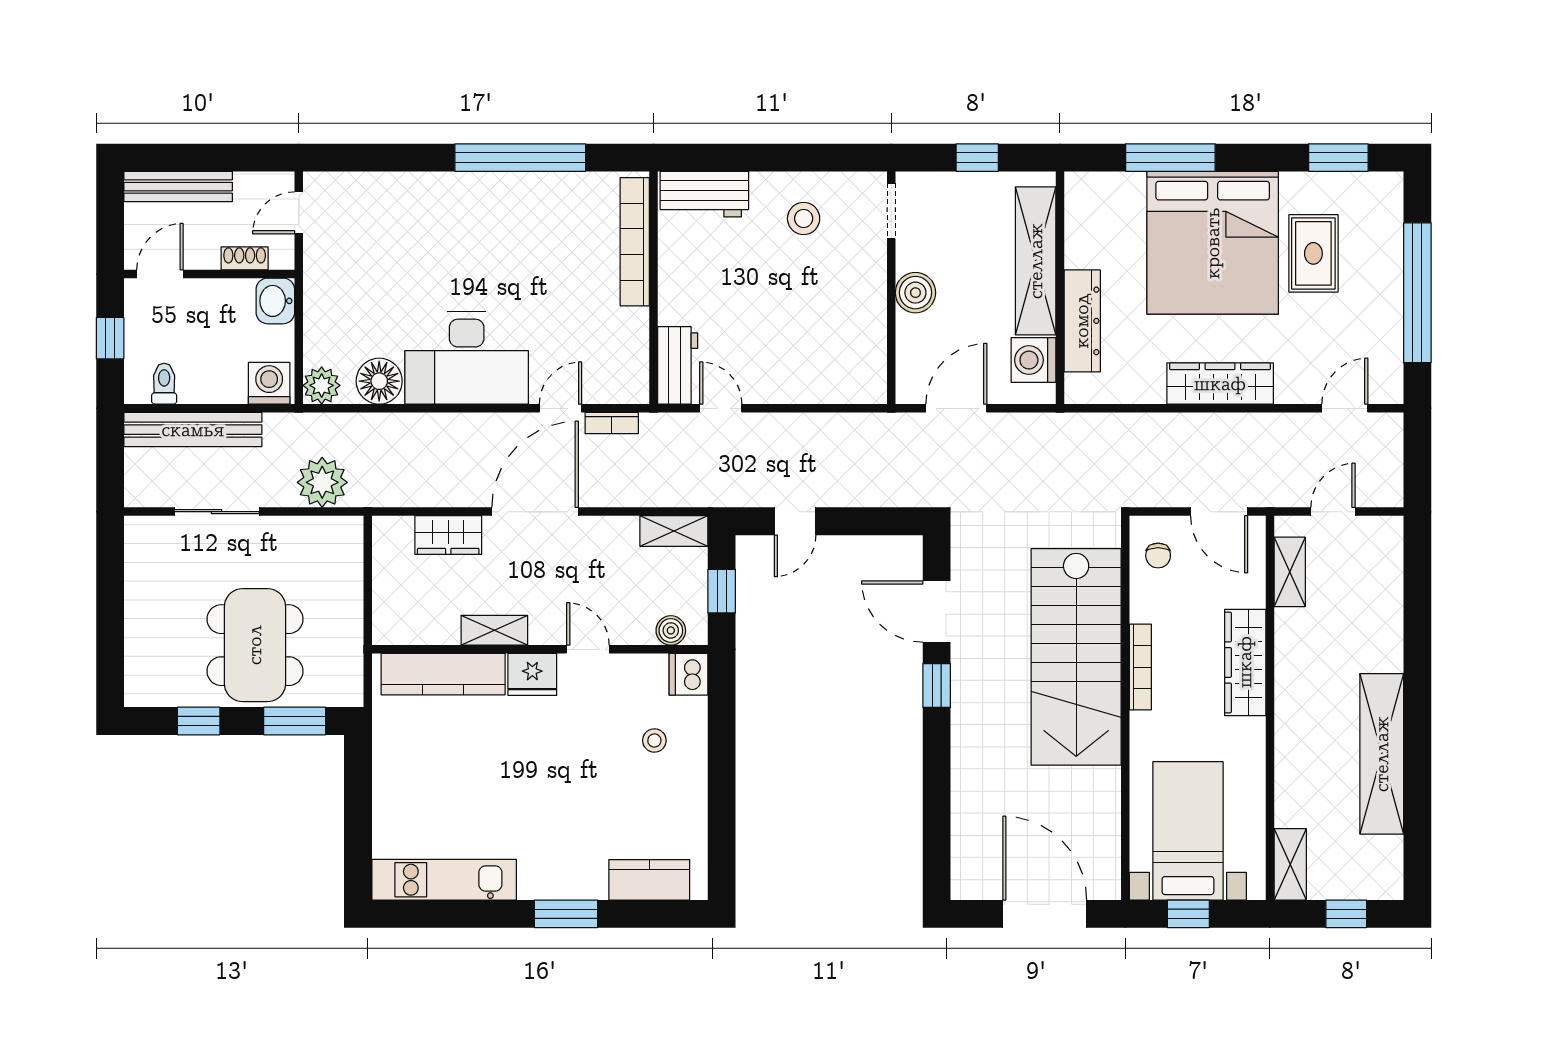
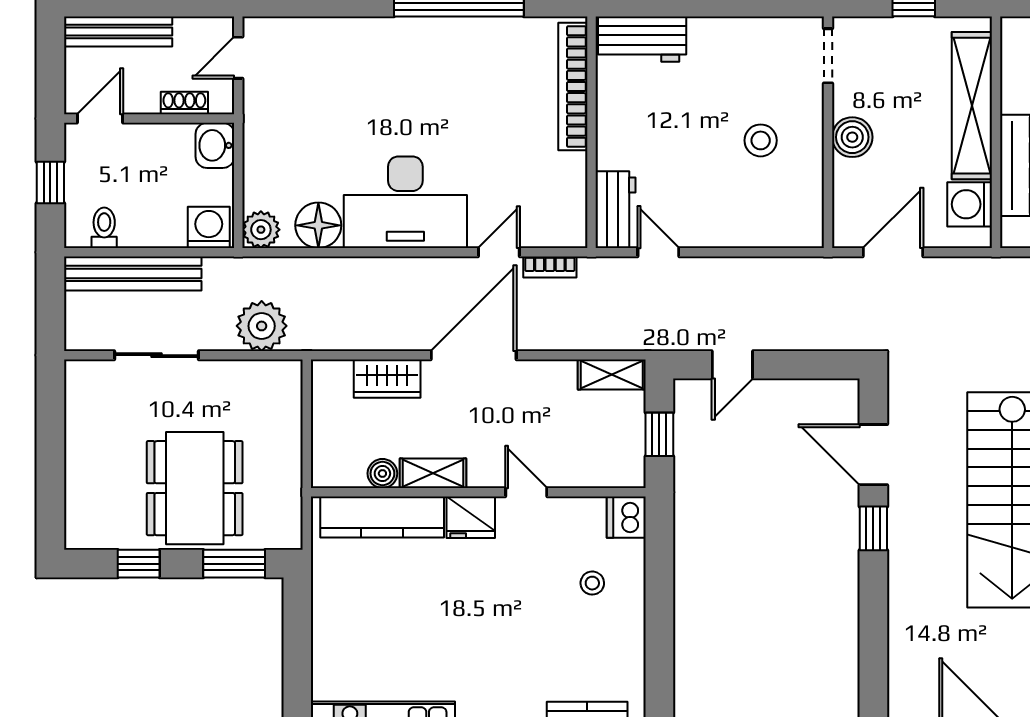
stool: (804, 219) -> (761, 140), moved
boiler: (671, 630) -> (382, 473), moved

